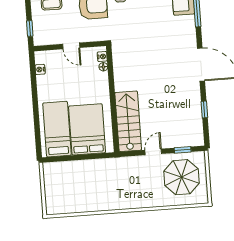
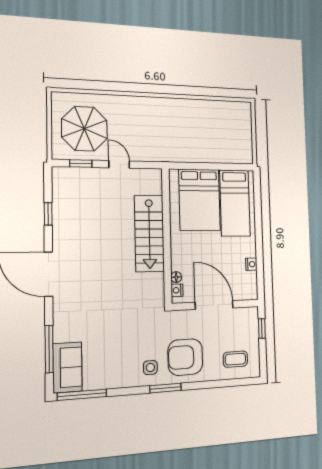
door: (71, 46) -> (214, 305), width x1.87
nightstand: (40, 69) -> (251, 264), moved
stairs: (128, 121) -> (149, 233), moved
door: (153, 152) -> (119, 164), swing flipped

